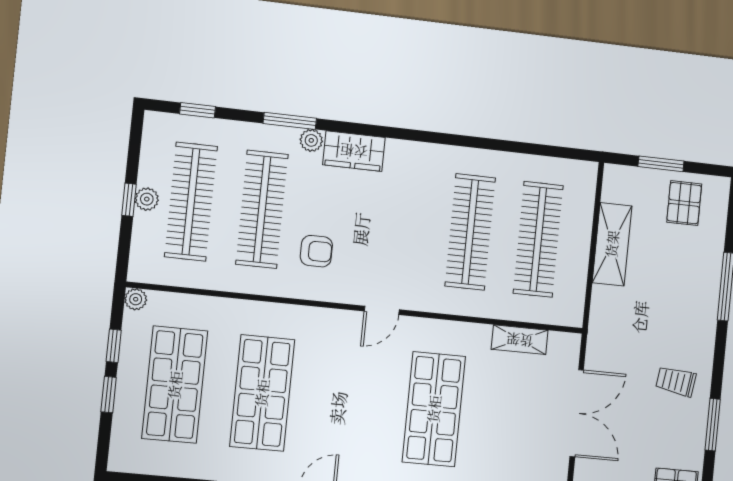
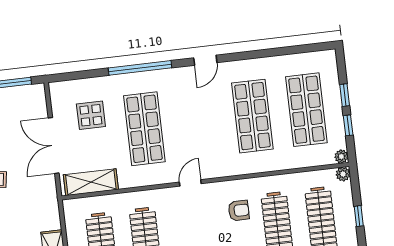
plant: (147, 199) -> (343, 174), moved
armchair: (316, 251) -> (239, 210), turned 180
shelving: (520, 340) -> (91, 182), width x1.50, depth x1.33
display table: (511, 447) -> (91, 115), added

